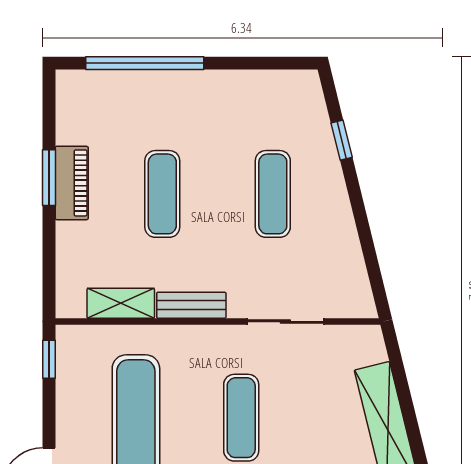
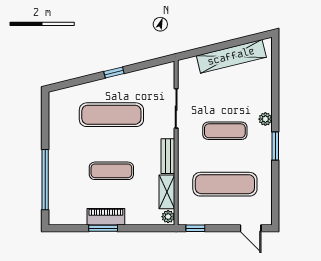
window: (342, 140) -> (114, 73), moved
exercise mat: (273, 194) -> (111, 115), width x1.36, depth x1.45
plant: (72, 306) -> (168, 217), added

